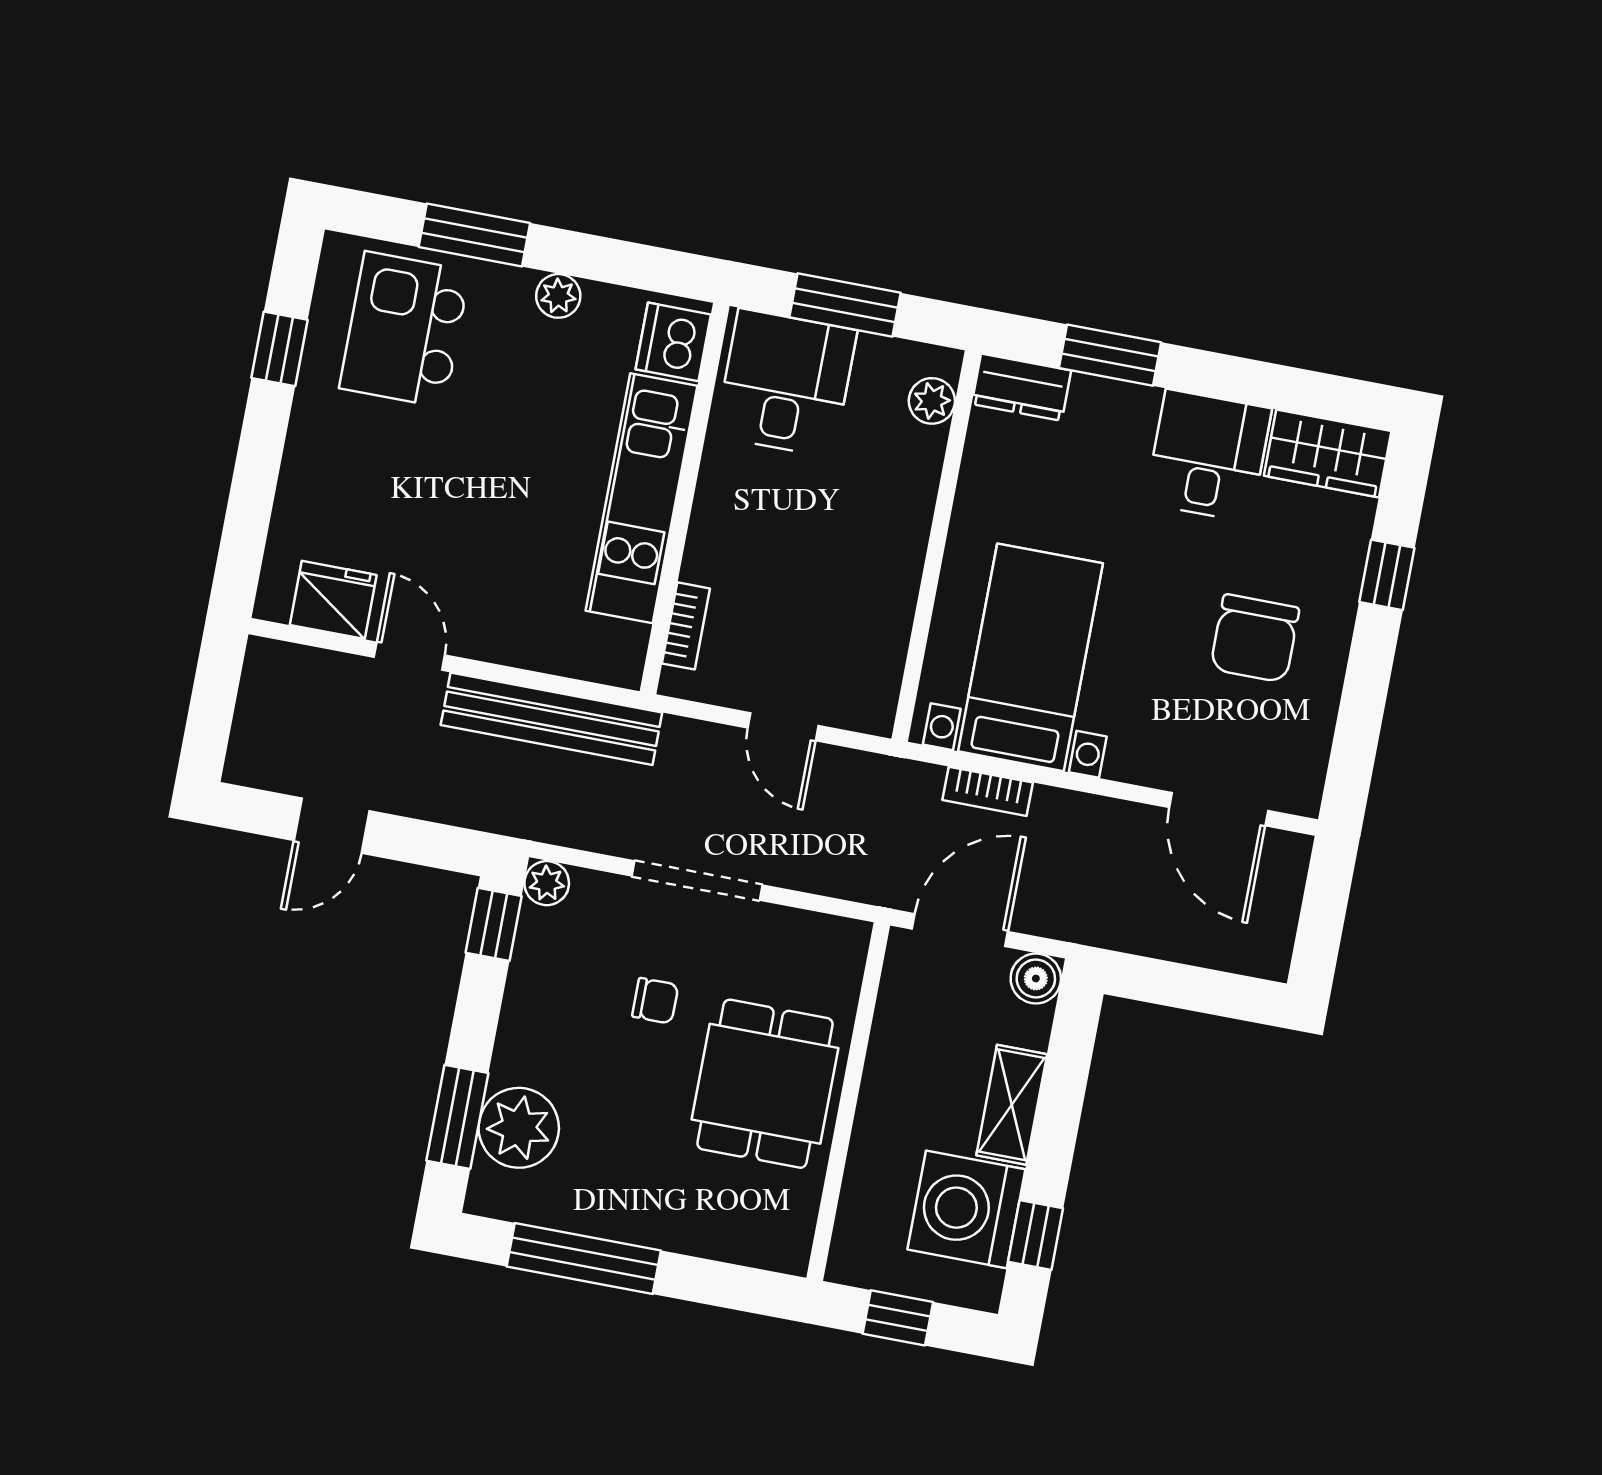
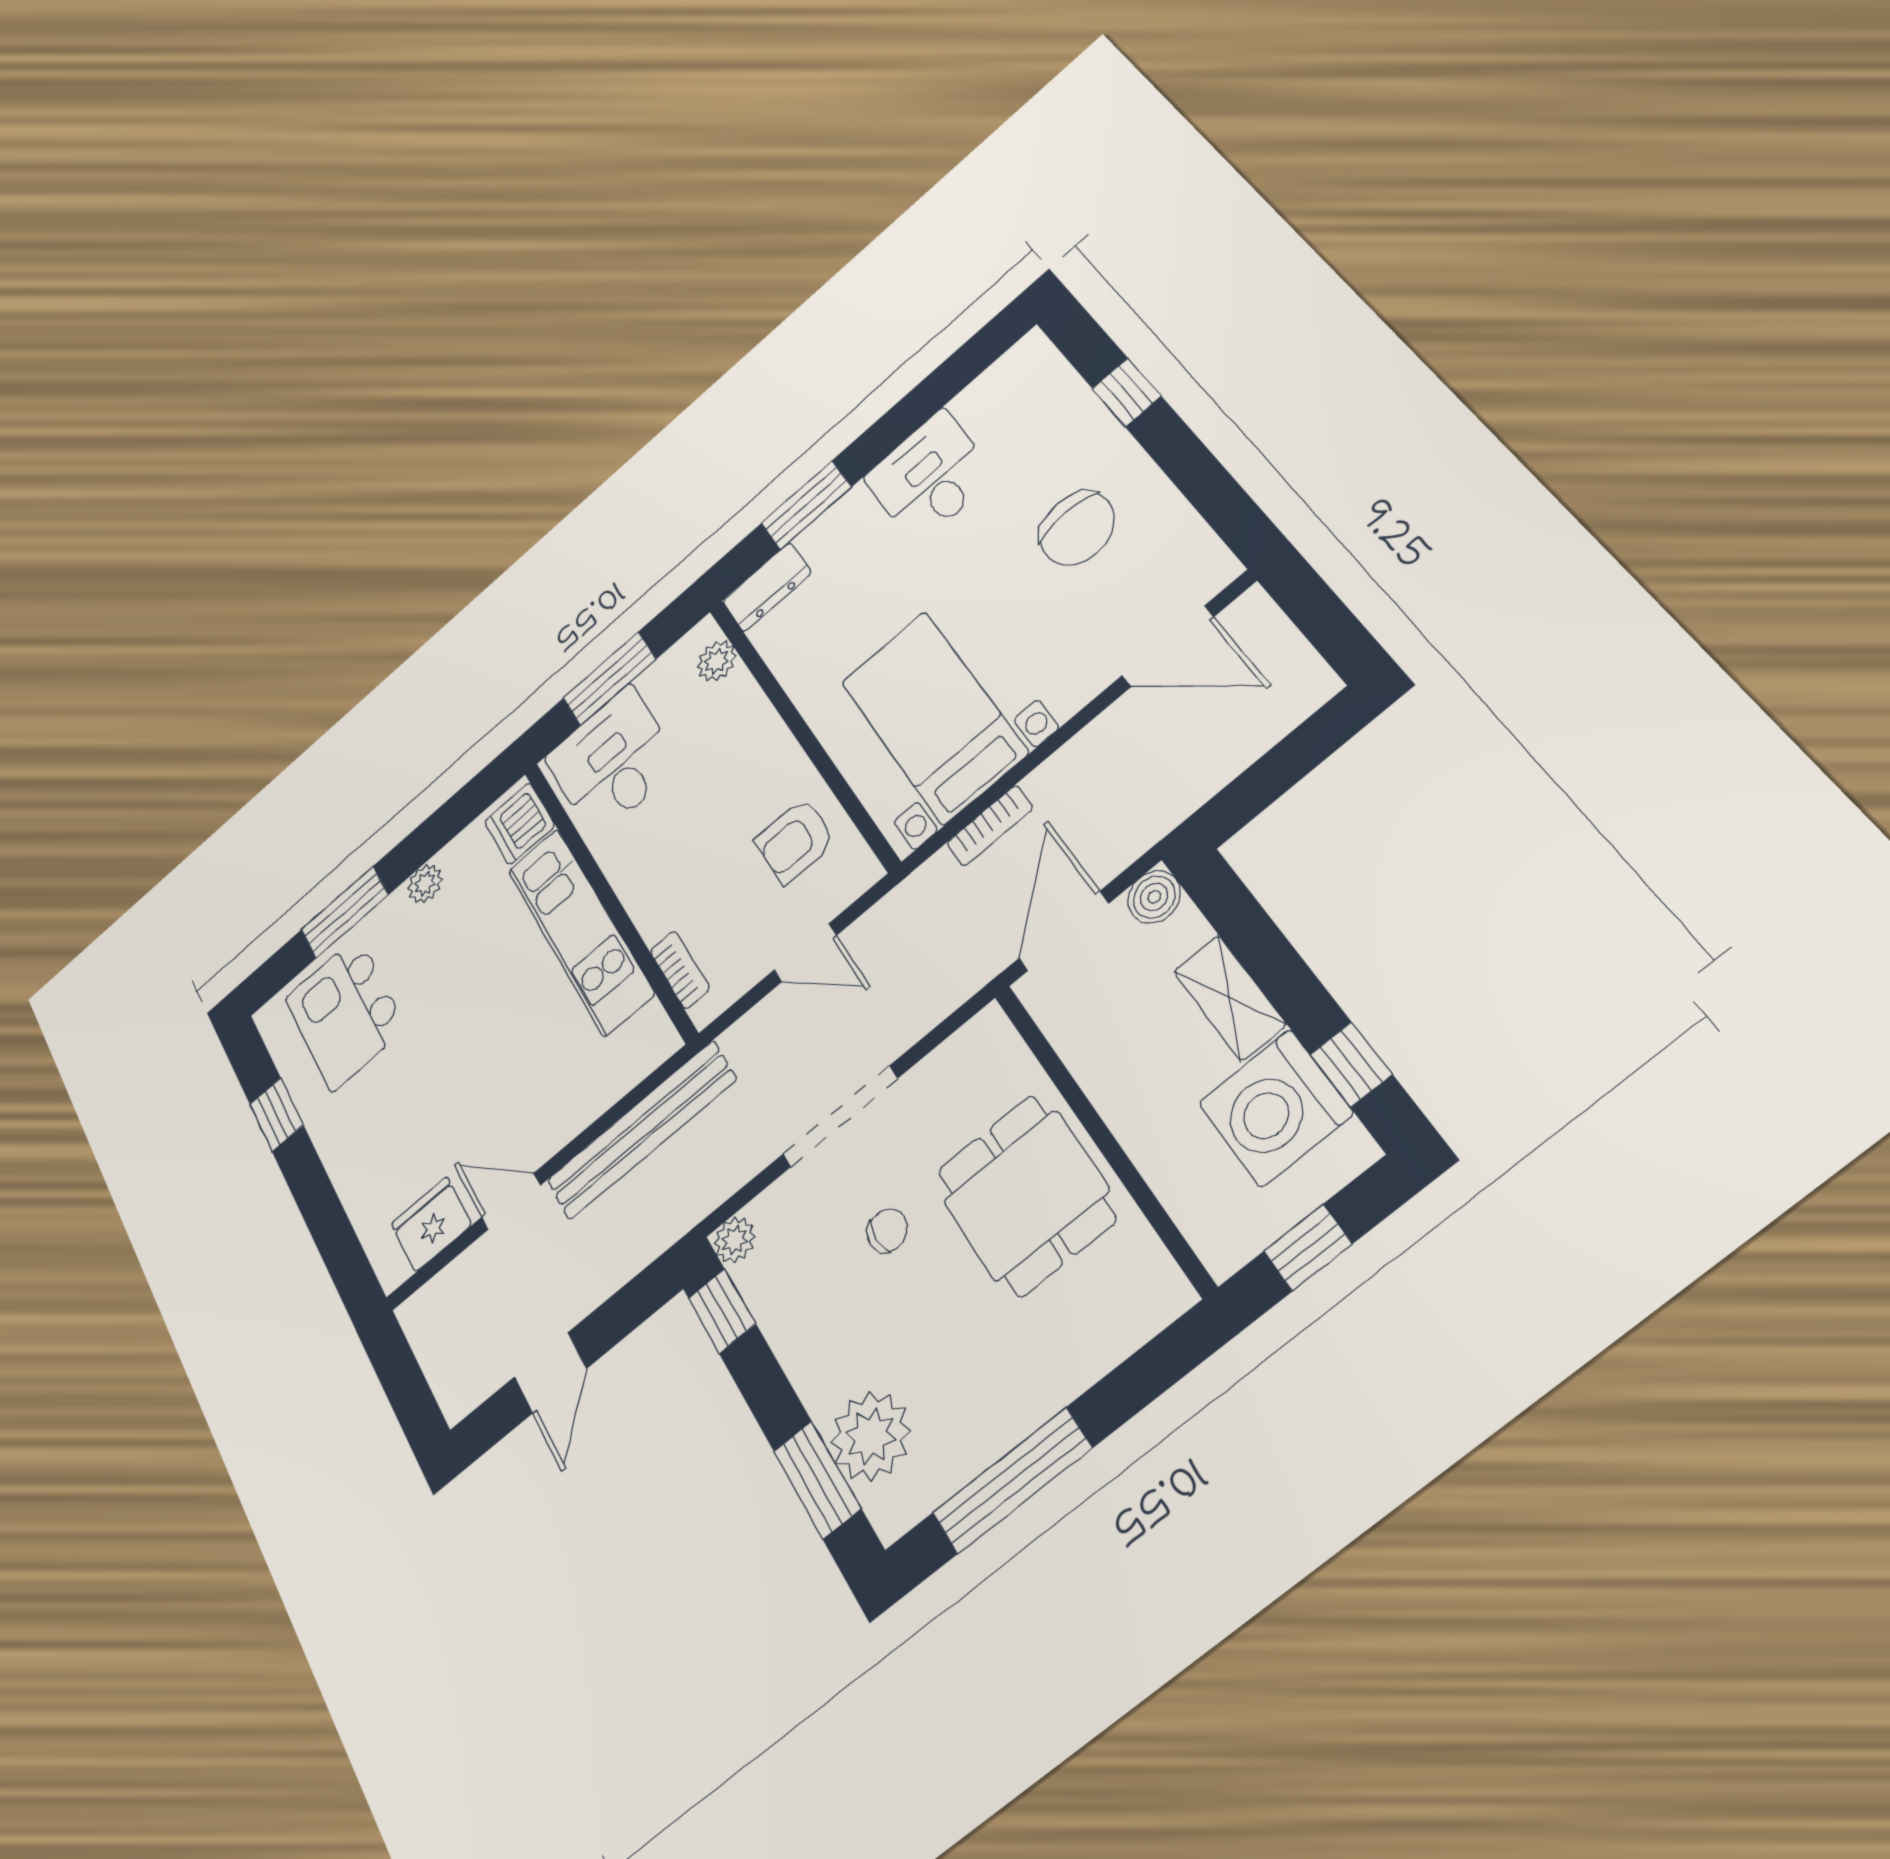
wardrobe: (1328, 453) -> (1008, 383), removed
armchair: (854, 629) -> (795, 841), added

